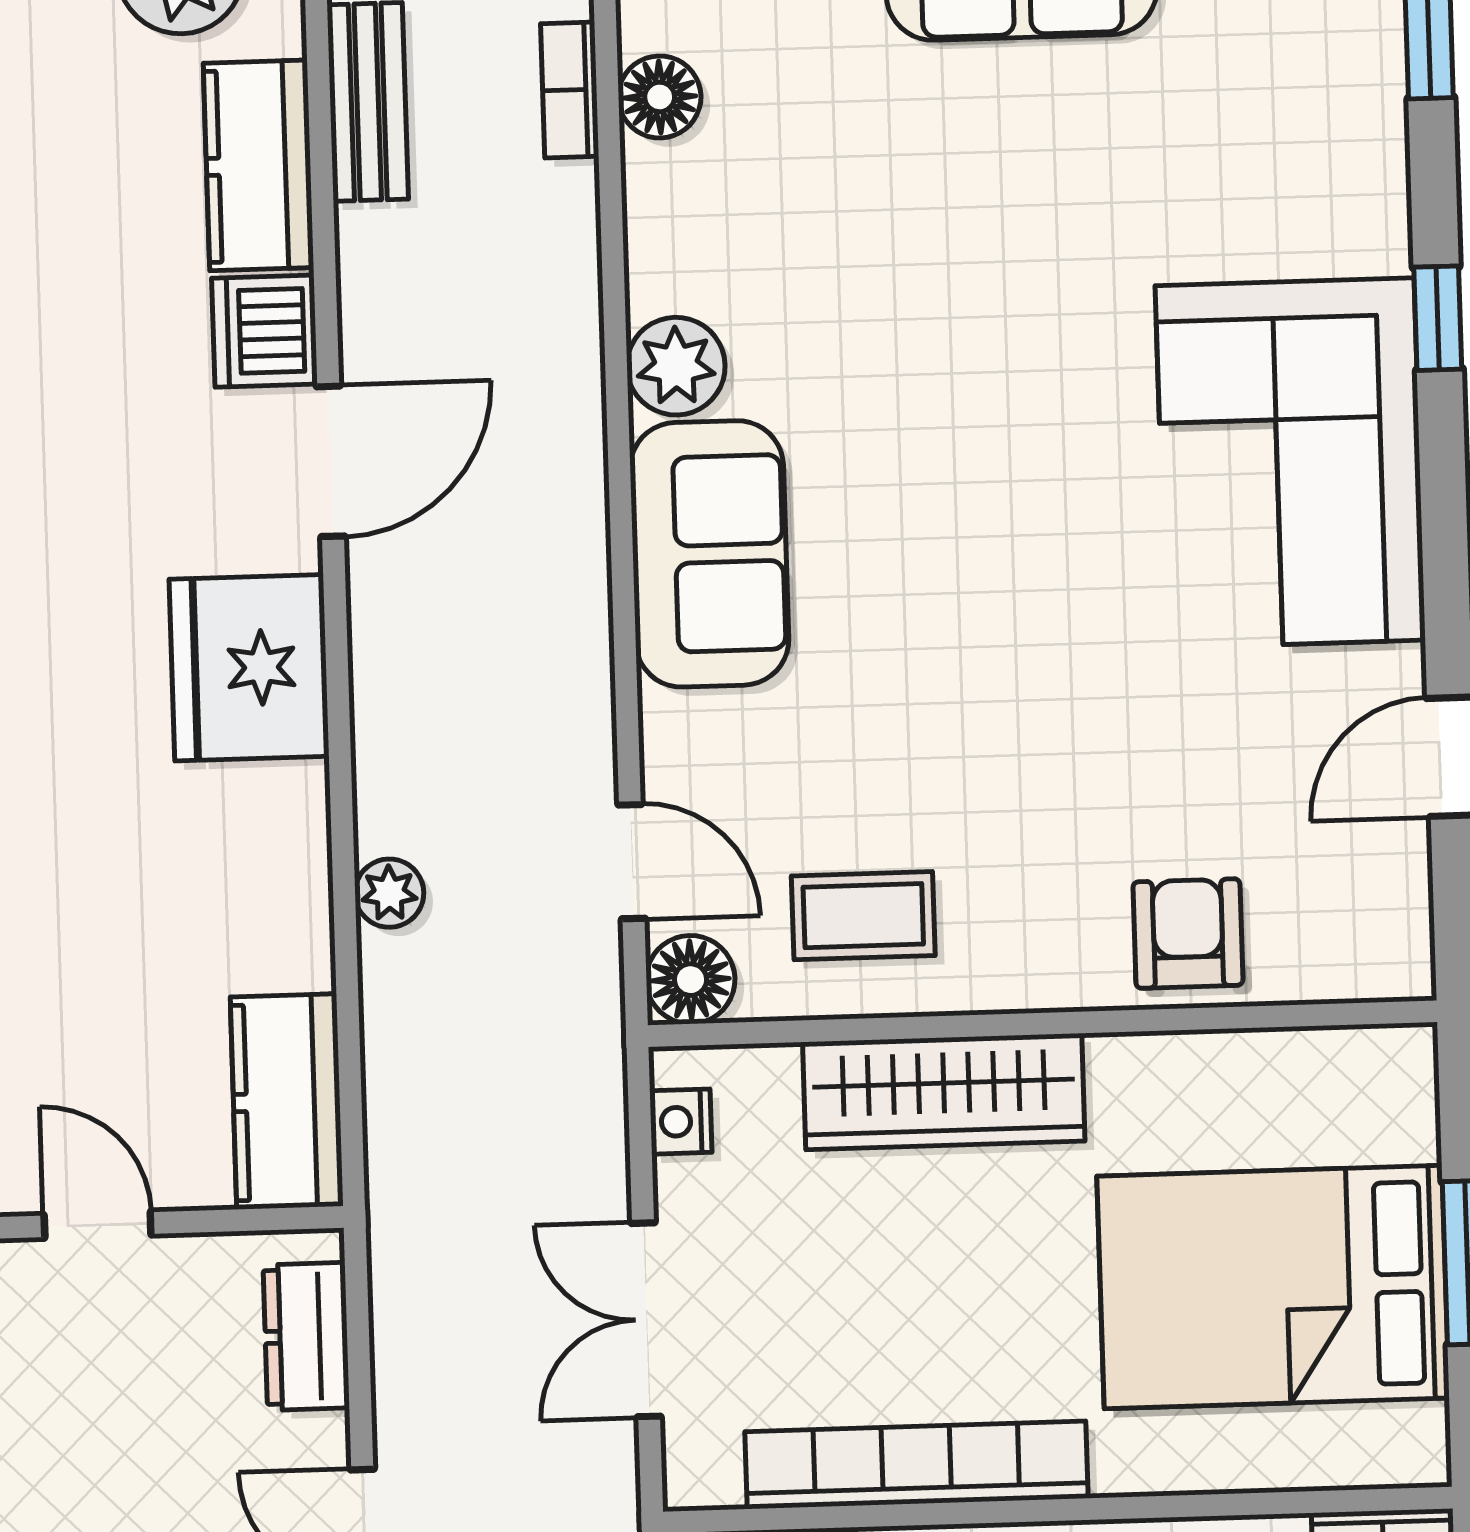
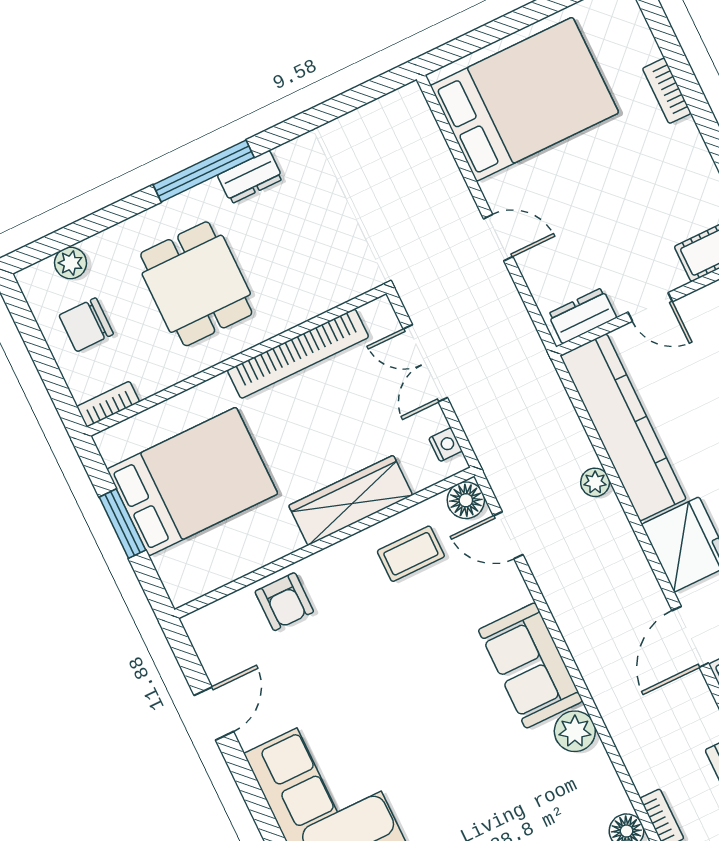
kitchen counter: (287, 1102) -> (623, 427), width x2.08, depth x1.17
double door: (646, 1320) -> (425, 363), swing flipped
dresser: (306, 1336) -> (582, 316), moved, turned -90

